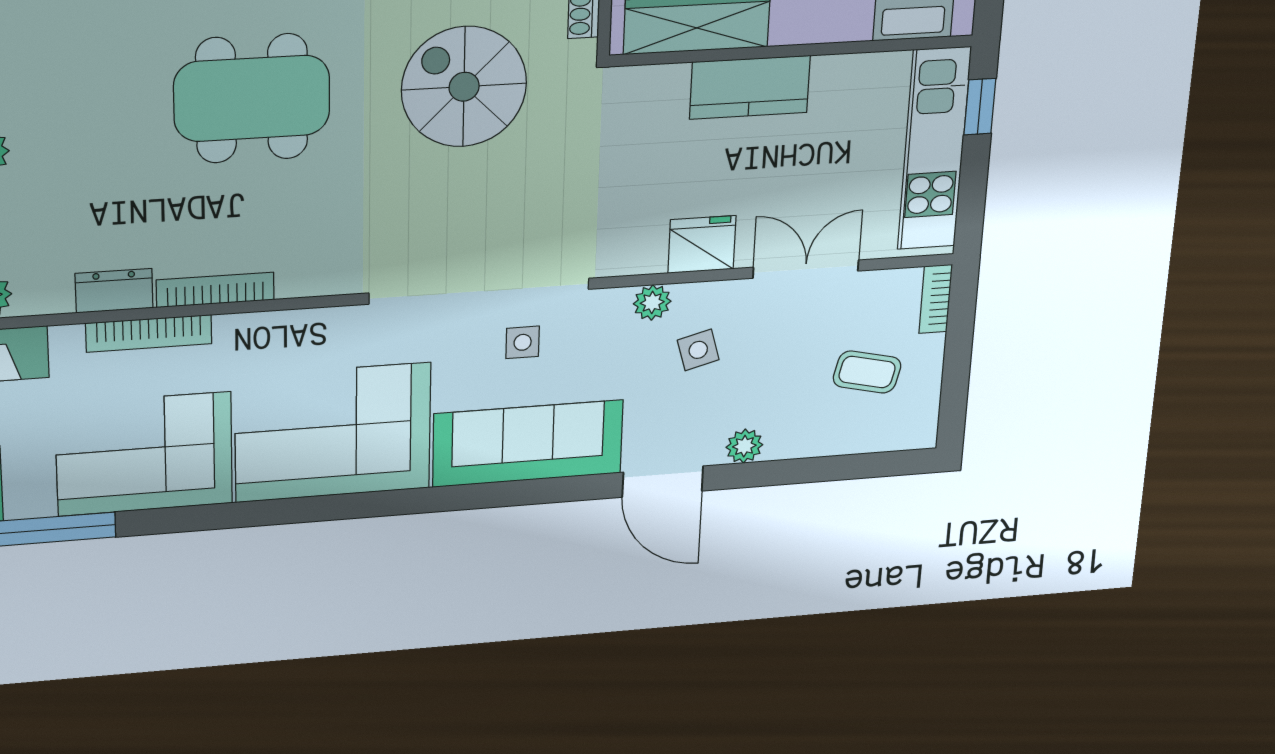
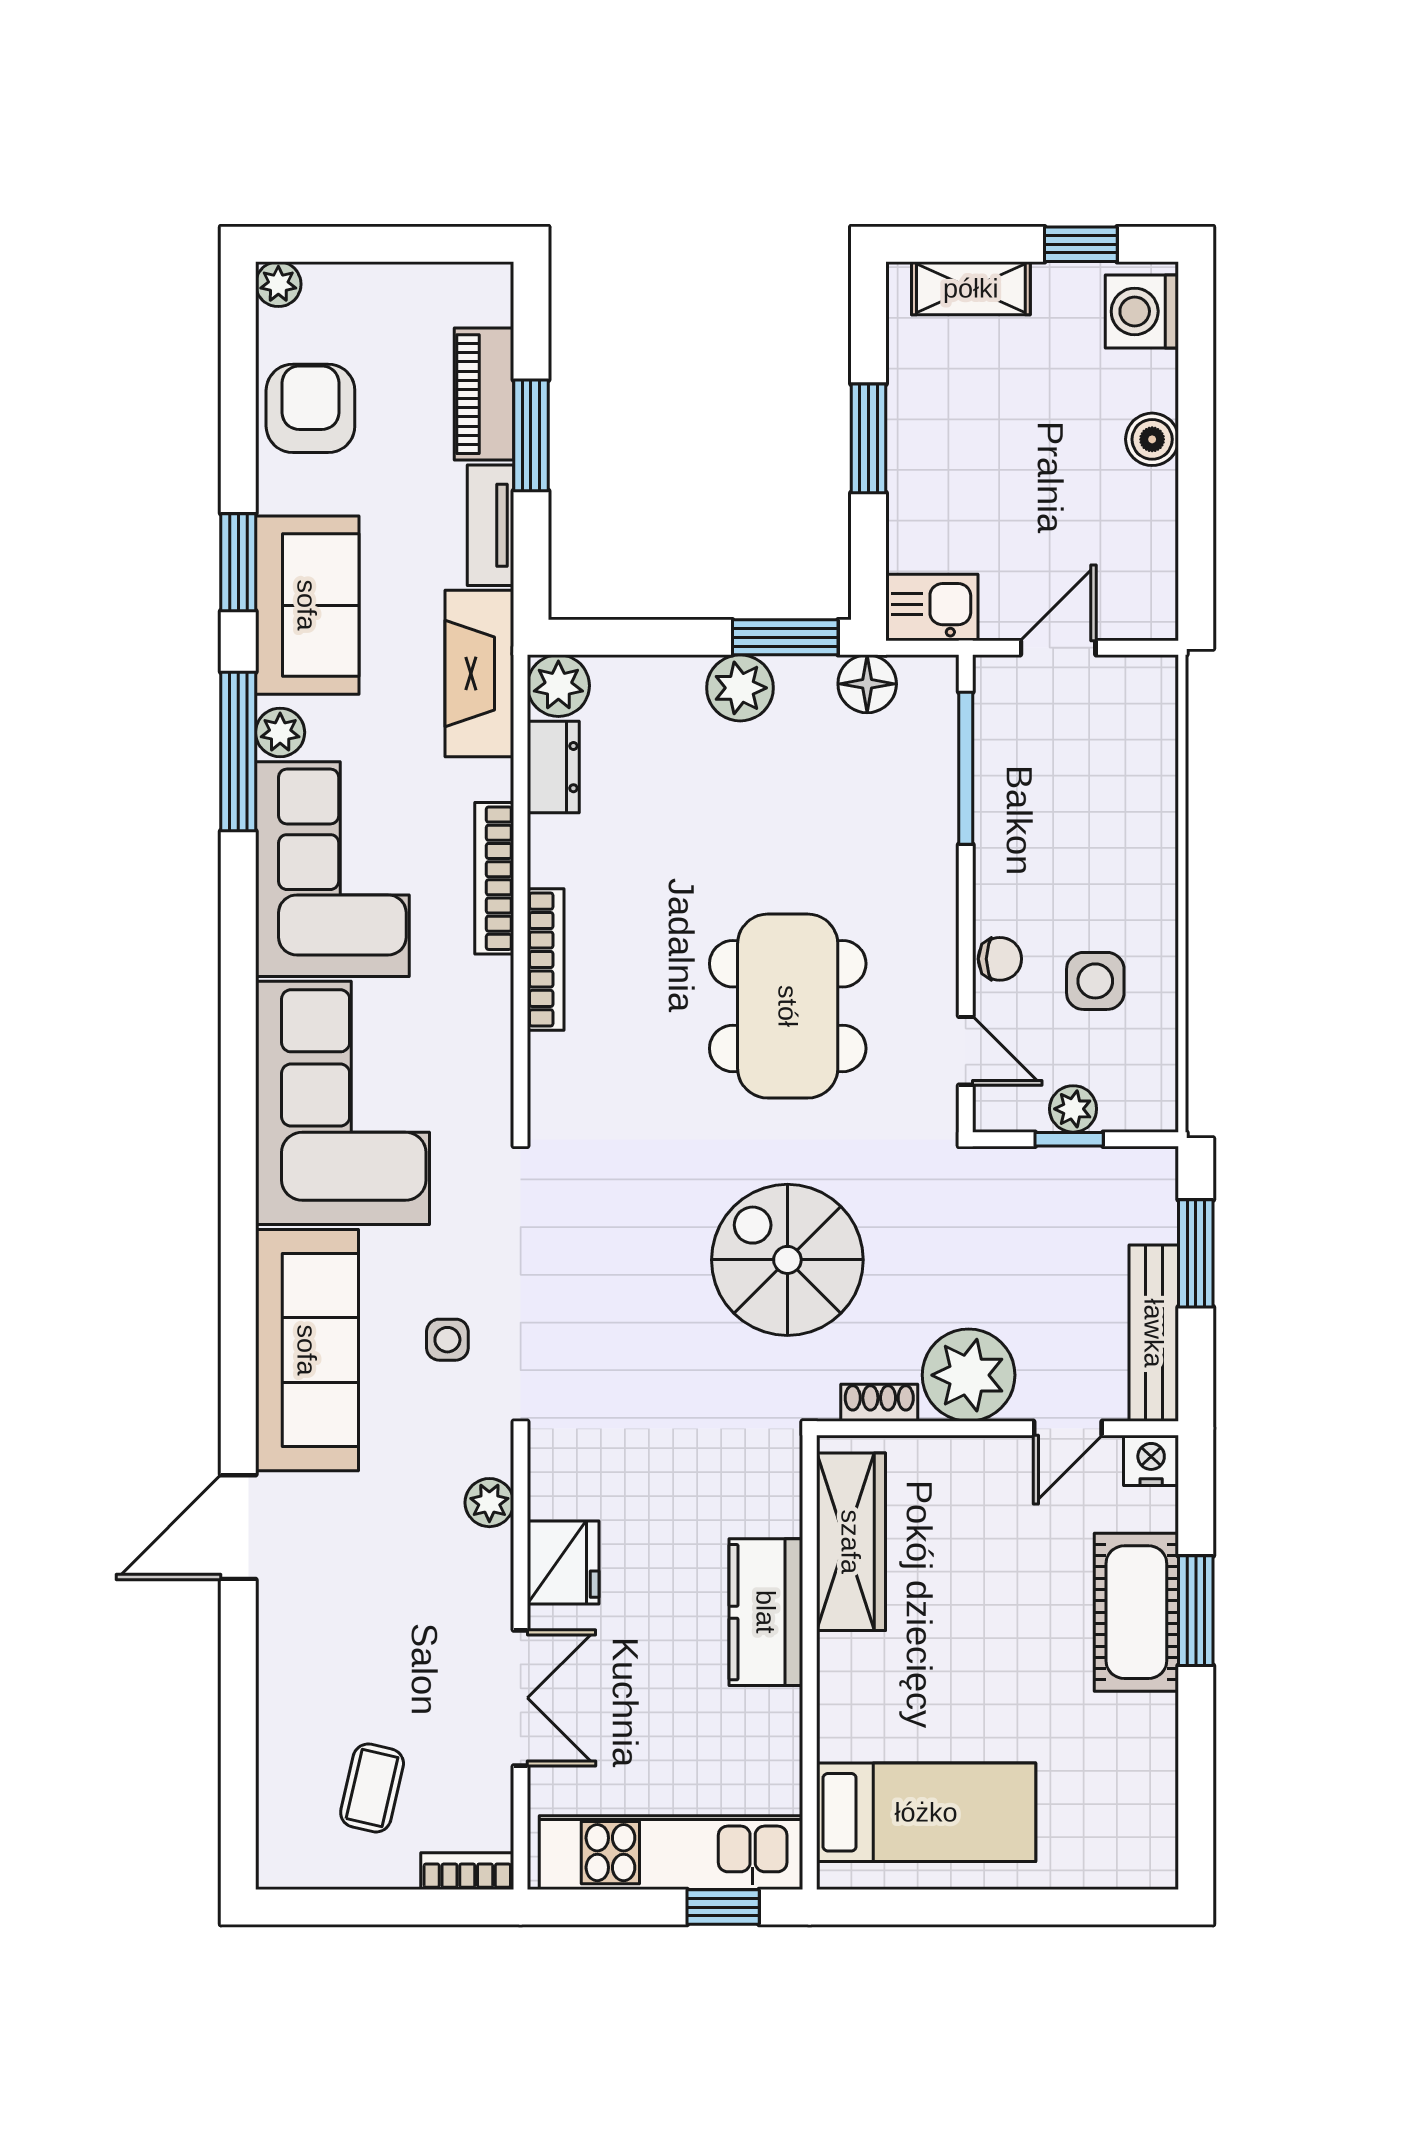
spiral stairs: (464, 87) -> (787, 1260), turned -90
dresser: (114, 291) -> (553, 767), moved
side table: (698, 350) -> (420, 1565), removed
plant: (744, 446) -> (280, 732), moved

